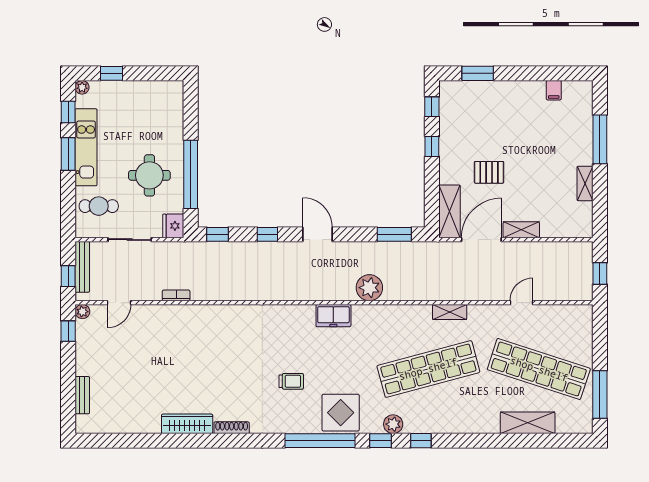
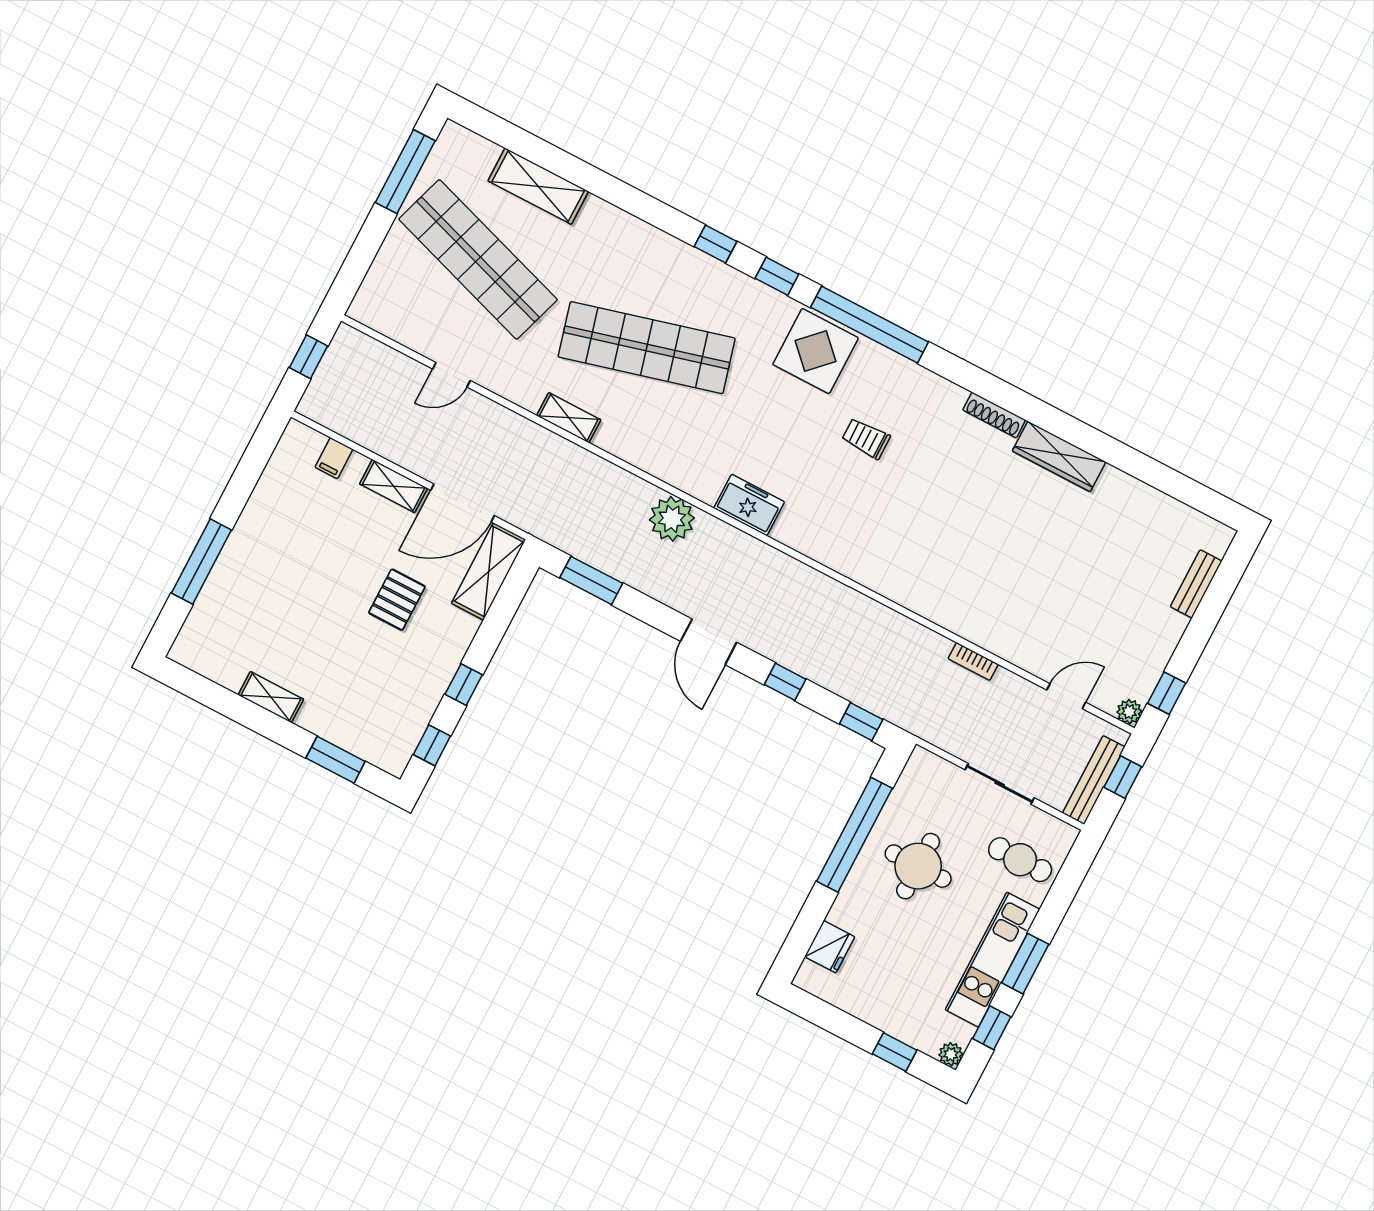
filing cabinet: (554, 90) -> (334, 458), moved, turned 180
pallet: (489, 172) -> (397, 600), turned 90
shelving: (585, 183) -> (271, 697), moved, turned 90
fridge: (173, 226) -> (830, 947), moved
plant: (393, 424) -> (745, 291), removed

